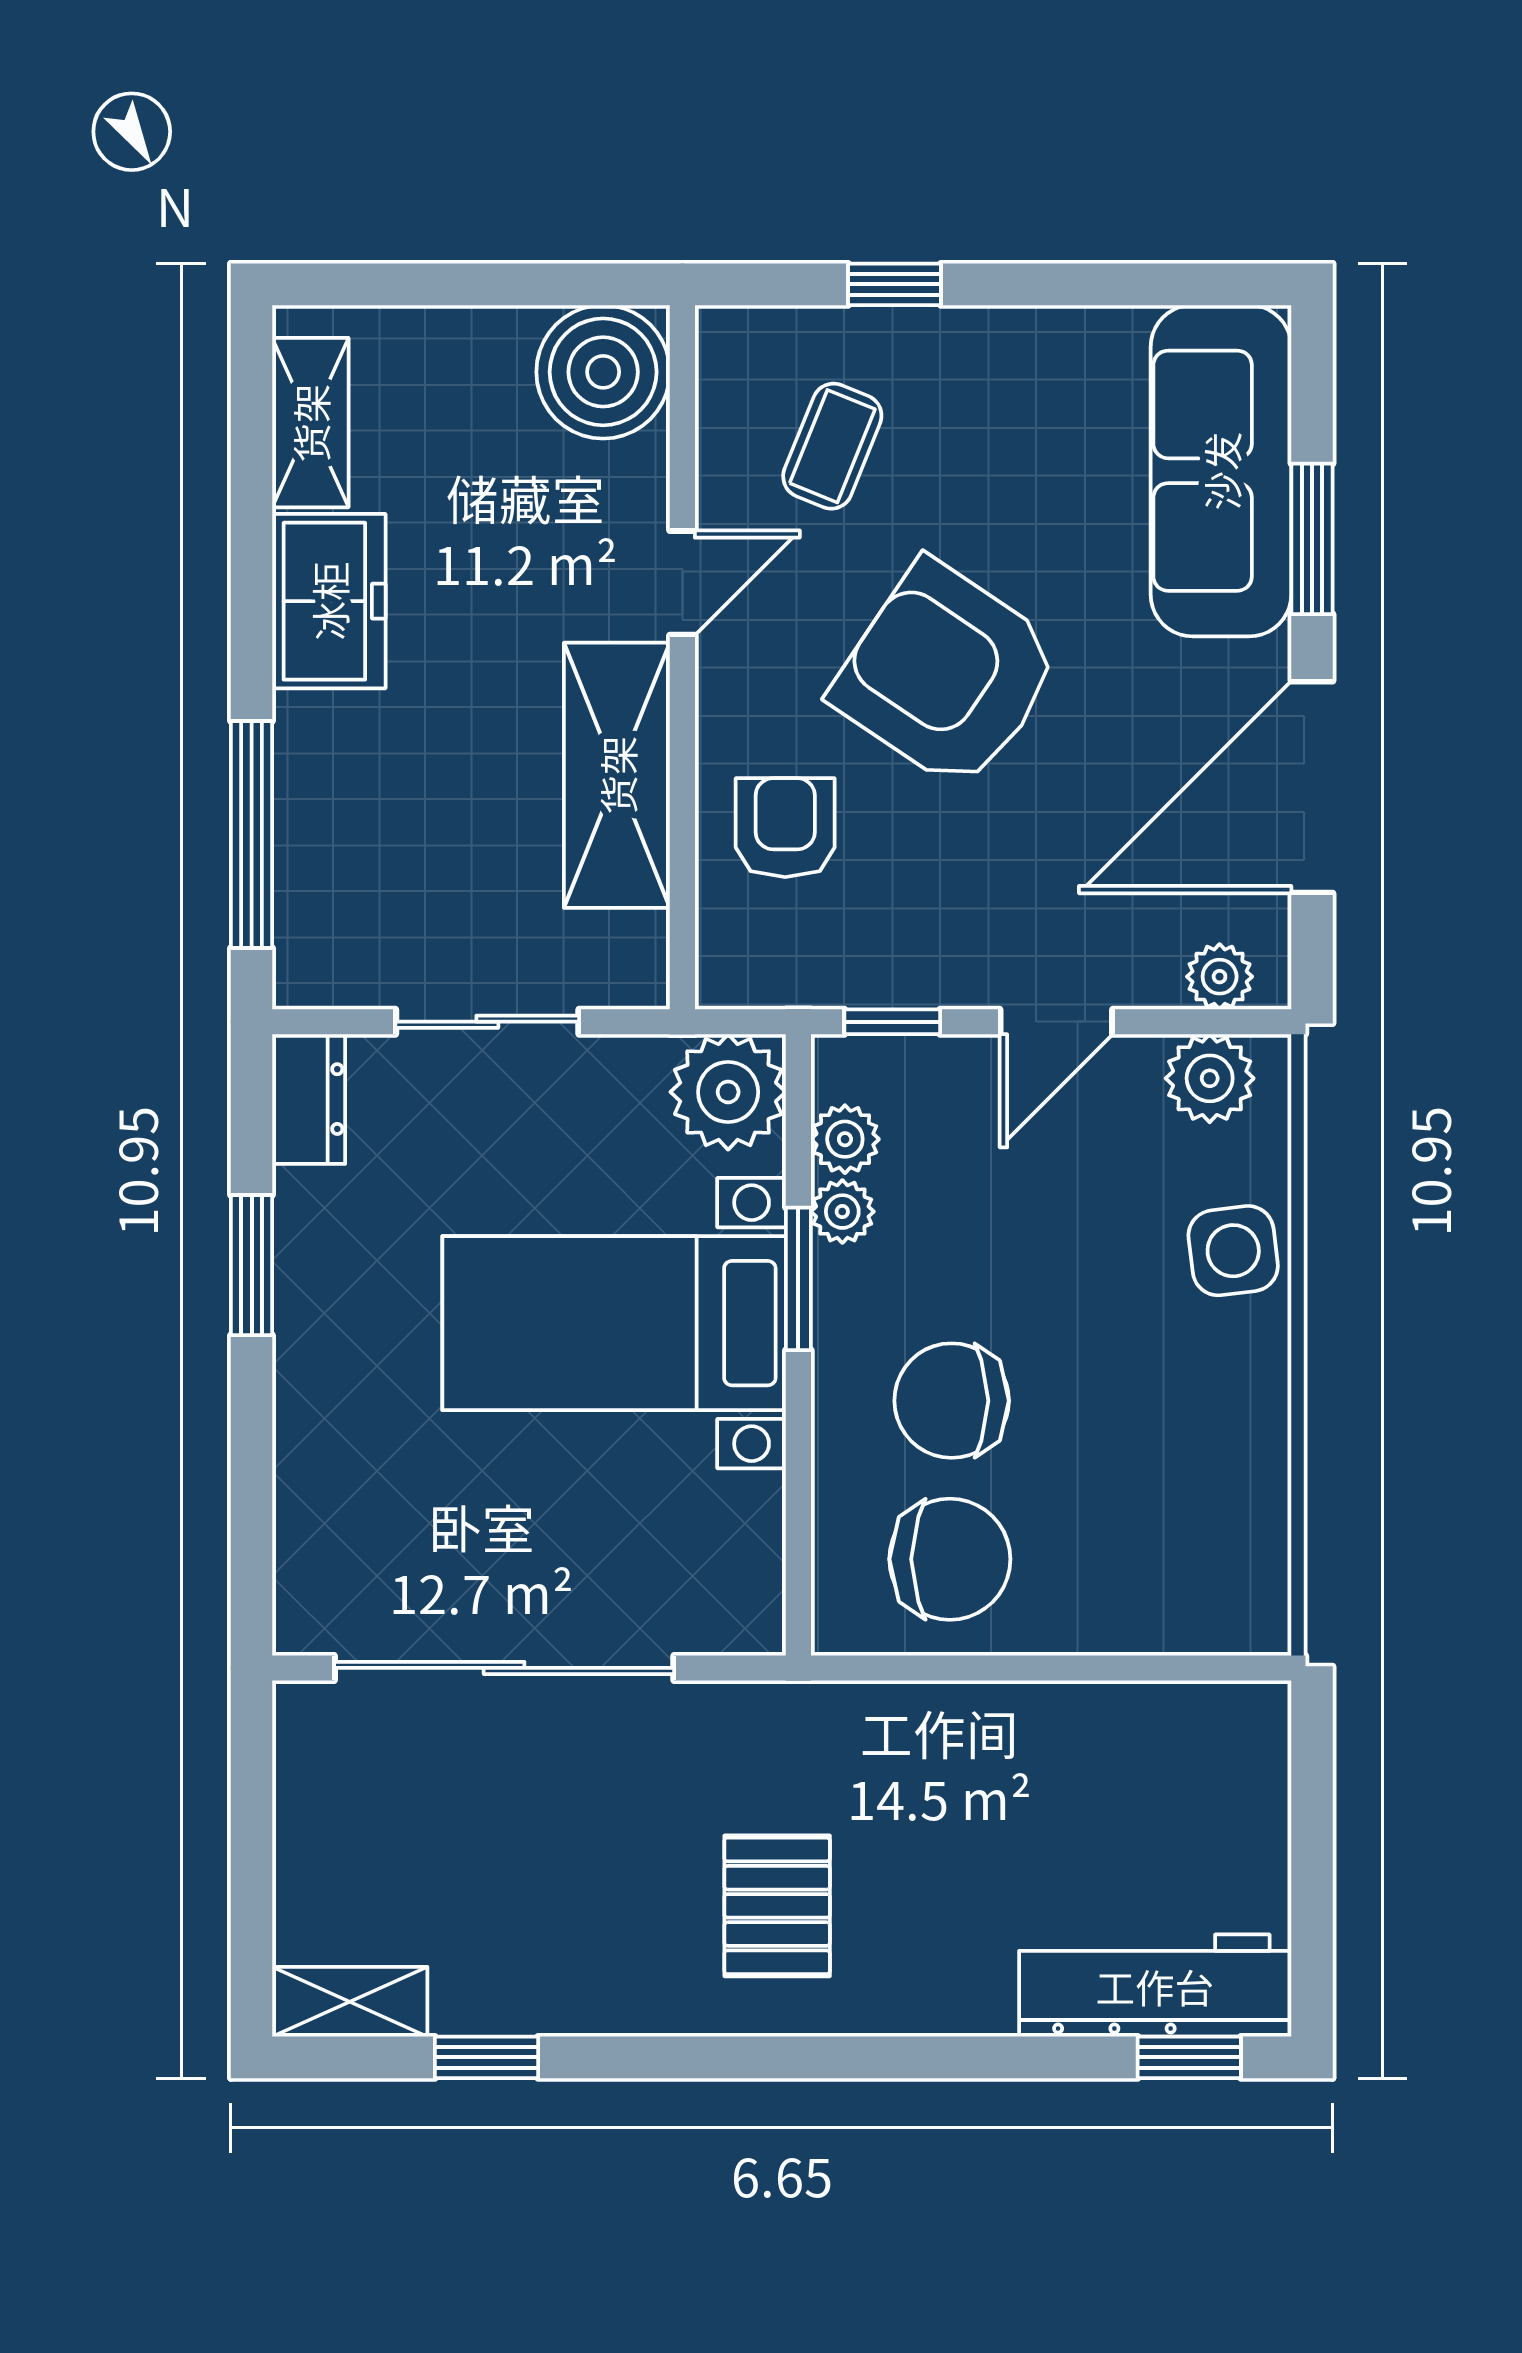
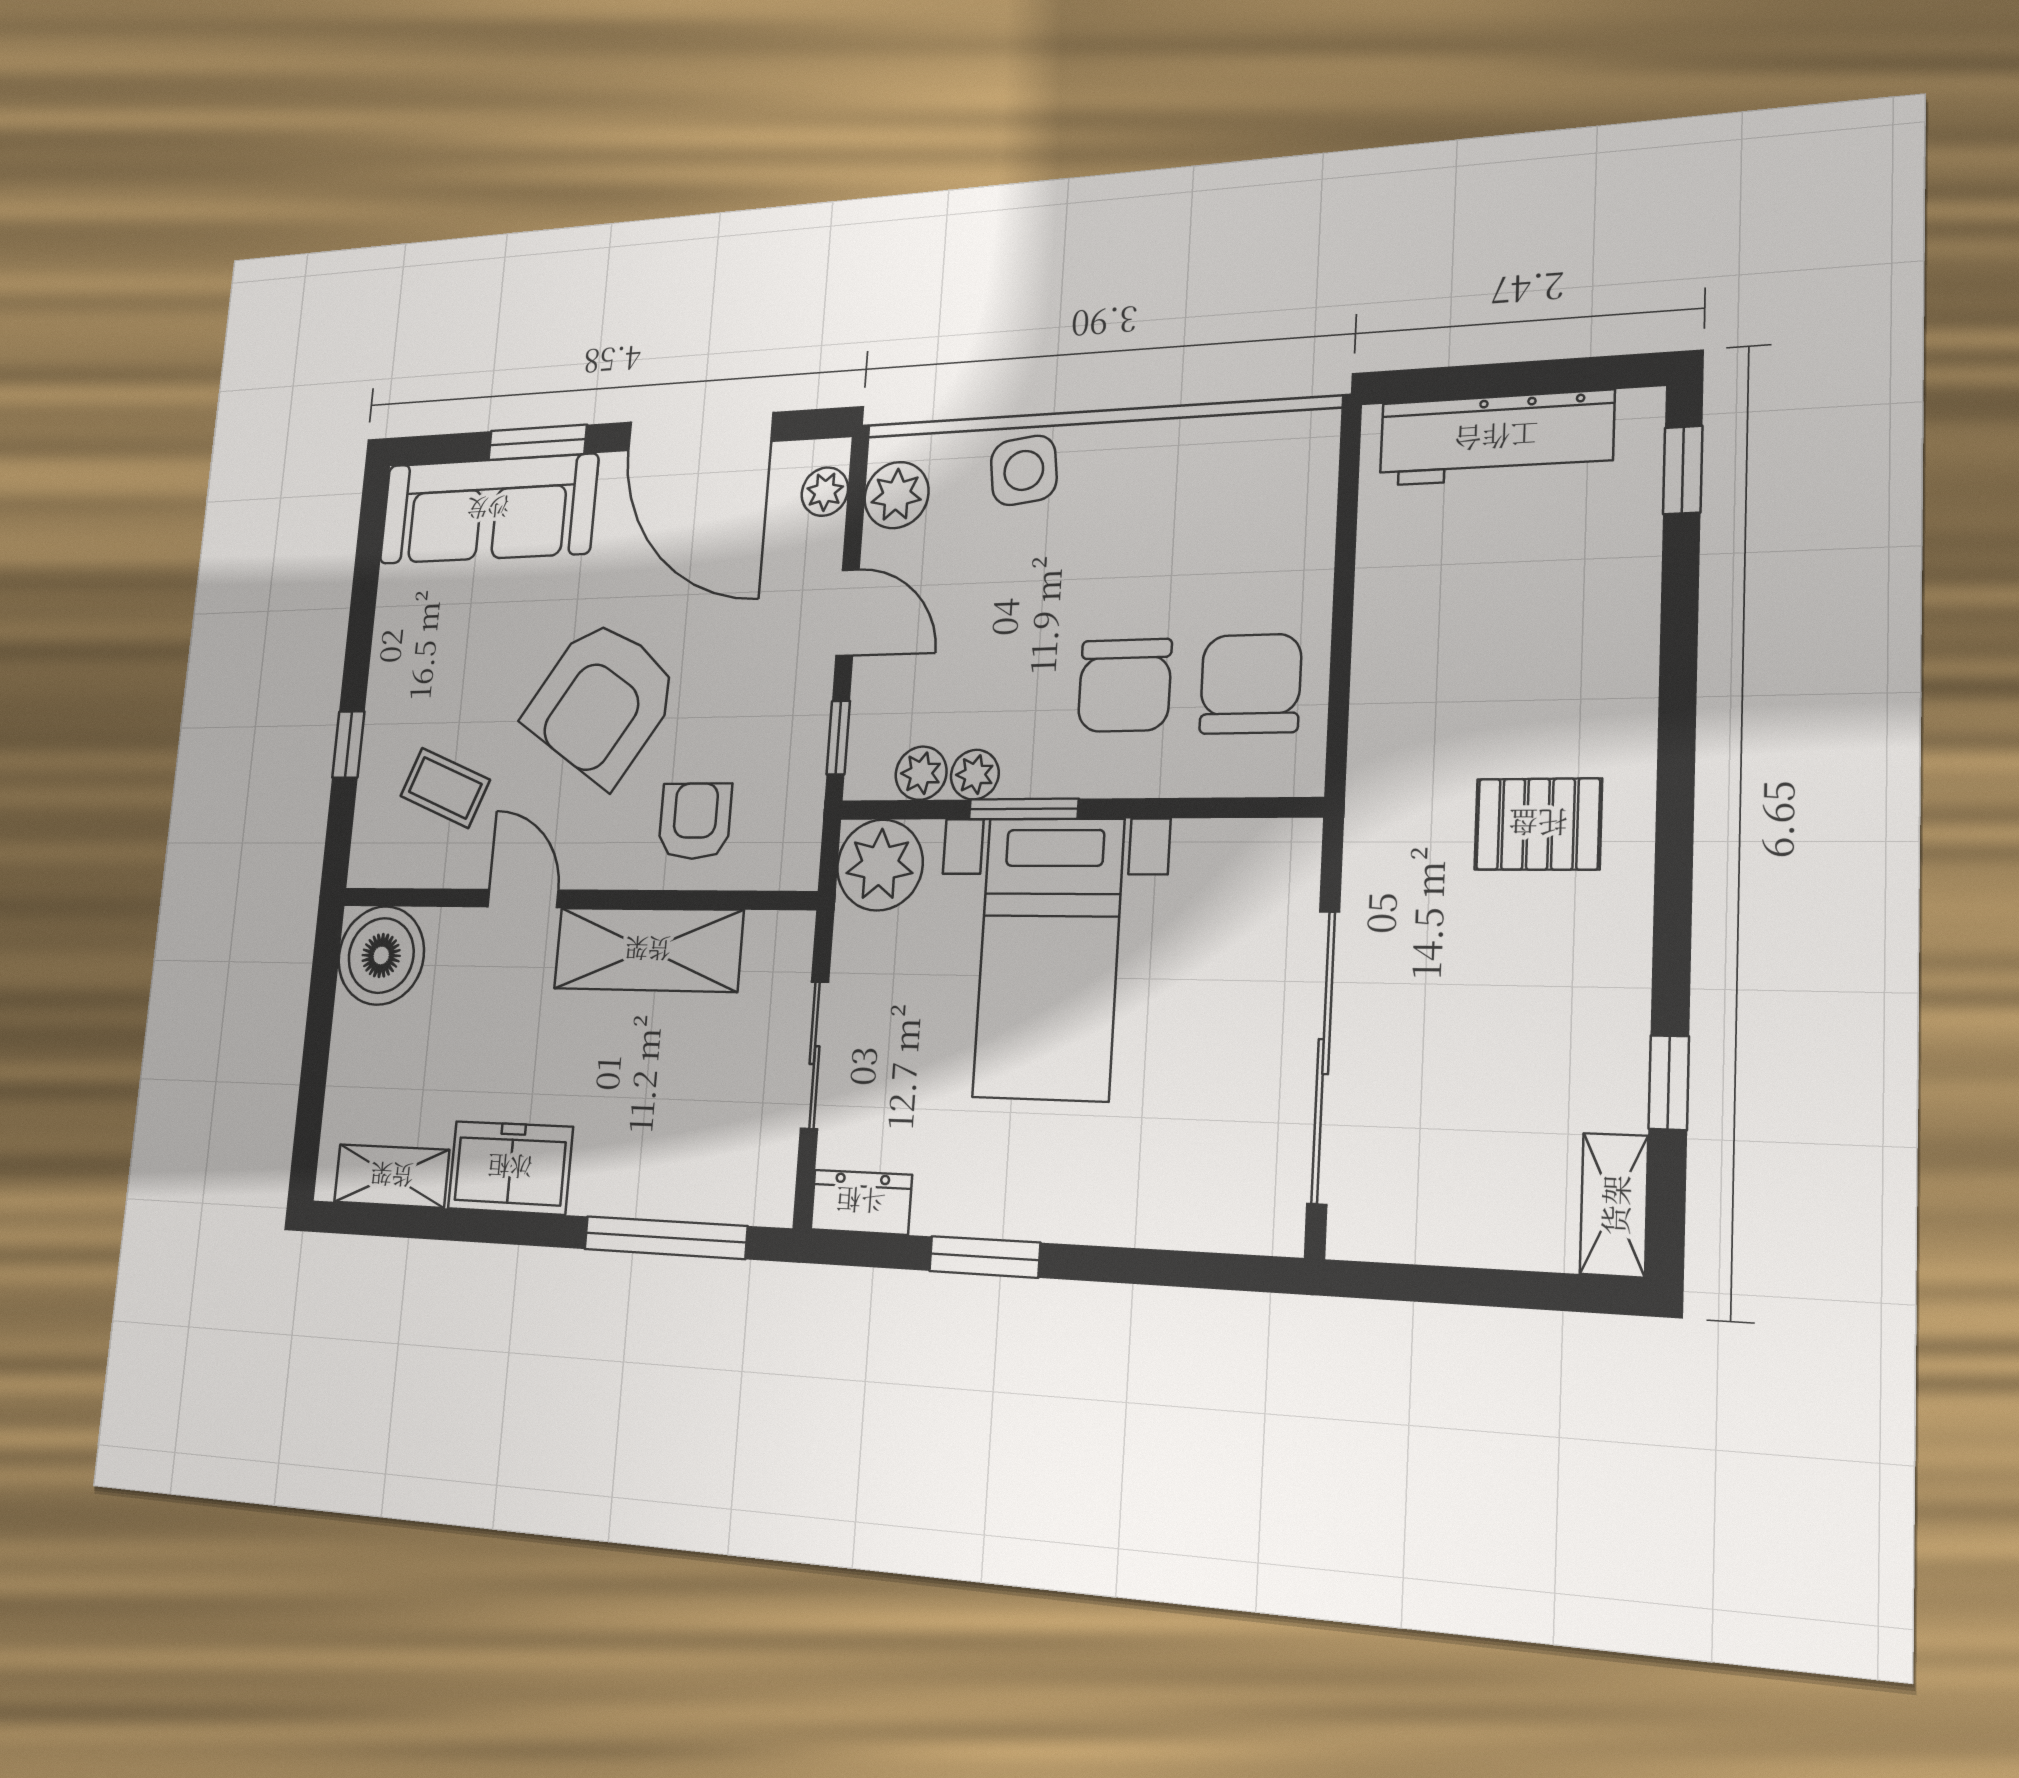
armchair: (785, 828) -> (695, 821), turned 90
workbench: (1155, 1986) -> (1496, 438), moved, turned -90

